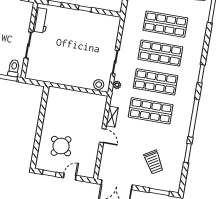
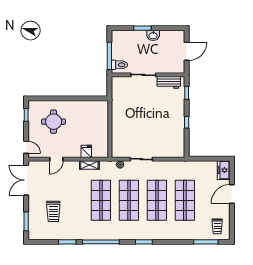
stool: (99, 85) -> (117, 147), removed
fridge: (98, 117) -> (86, 151), added
door: (103, 136) -> (56, 159), moved
round table: (61, 146) -> (54, 122), turned -37
trolley: (154, 162) -> (53, 211), turned -60
door: (70, 177) -> (26, 147), moved

